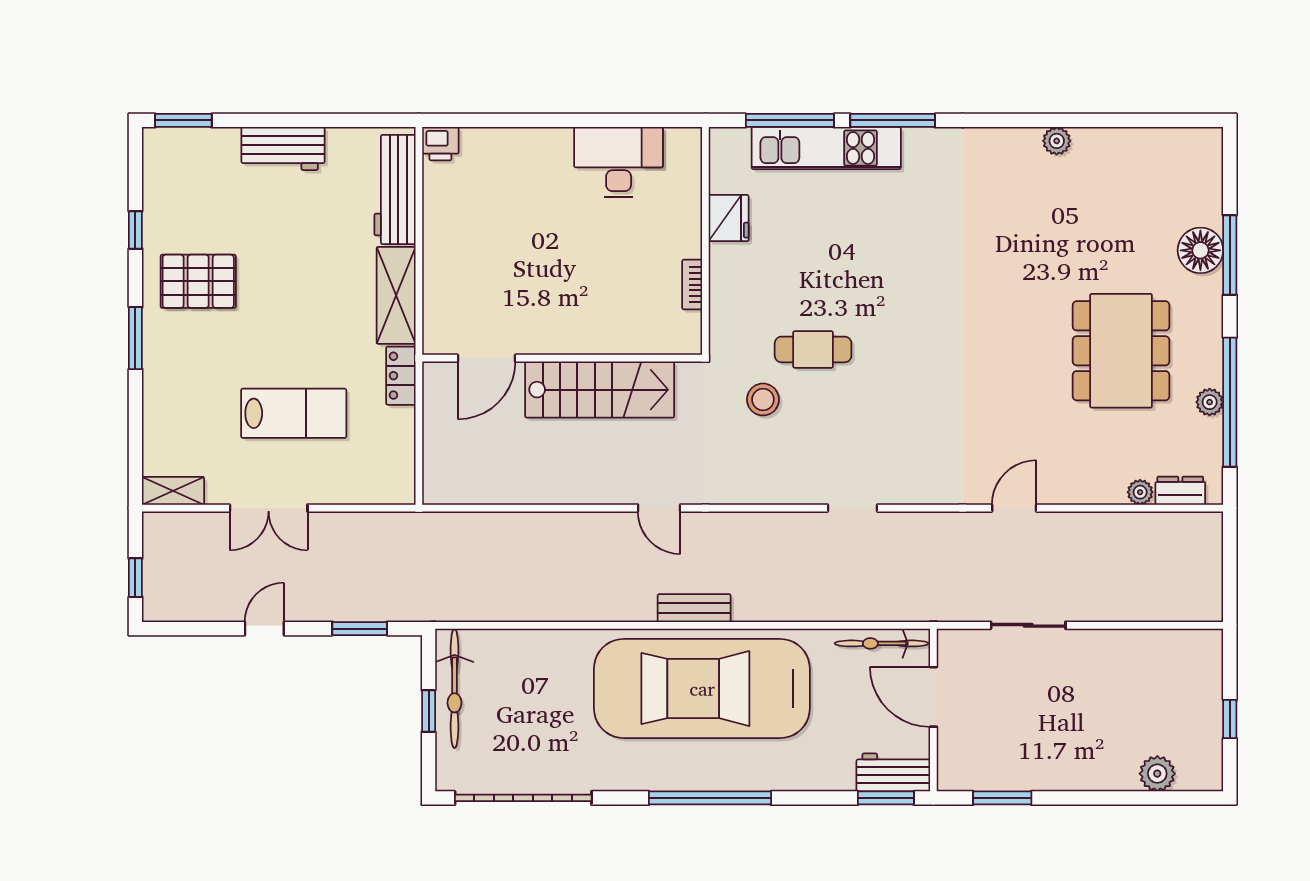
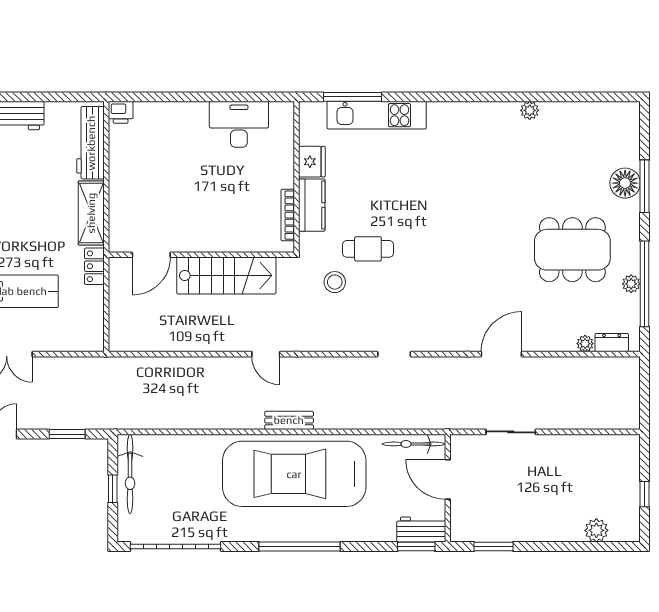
window: (893, 120) -> (421, 97), removed
kitchen counter: (728, 283) -> (312, 205), added
bookcase: (692, 285) -> (288, 215), width x1.56
dining table: (1121, 351) -> (572, 250), turned 90
door: (1014, 508) -> (501, 354), width x1.38

